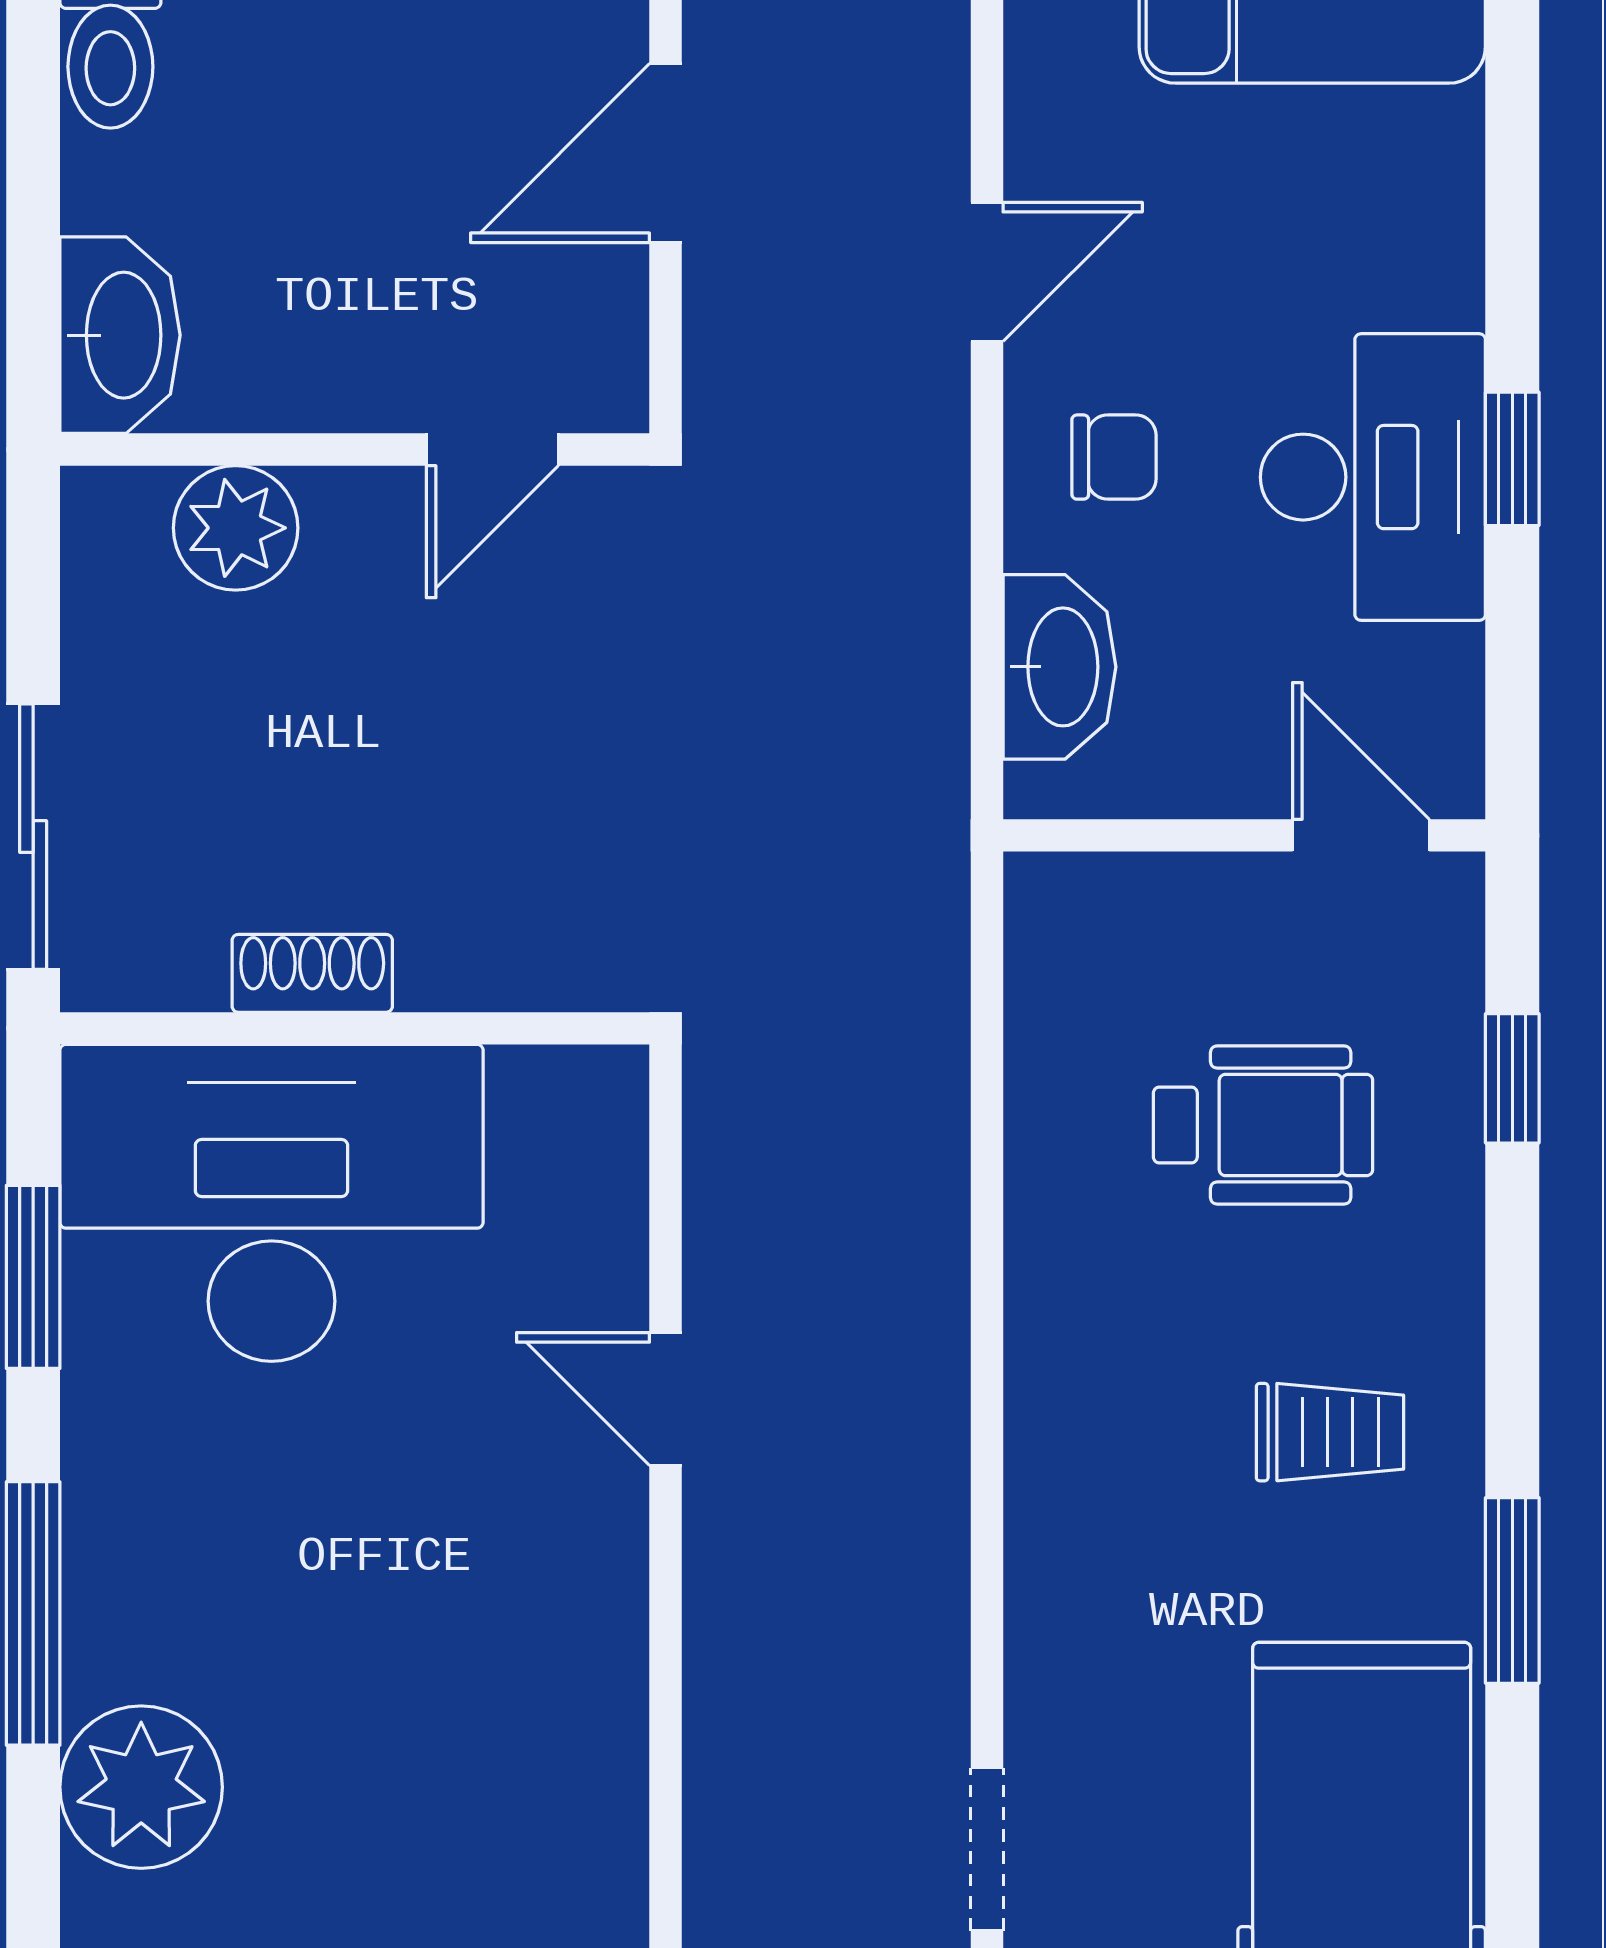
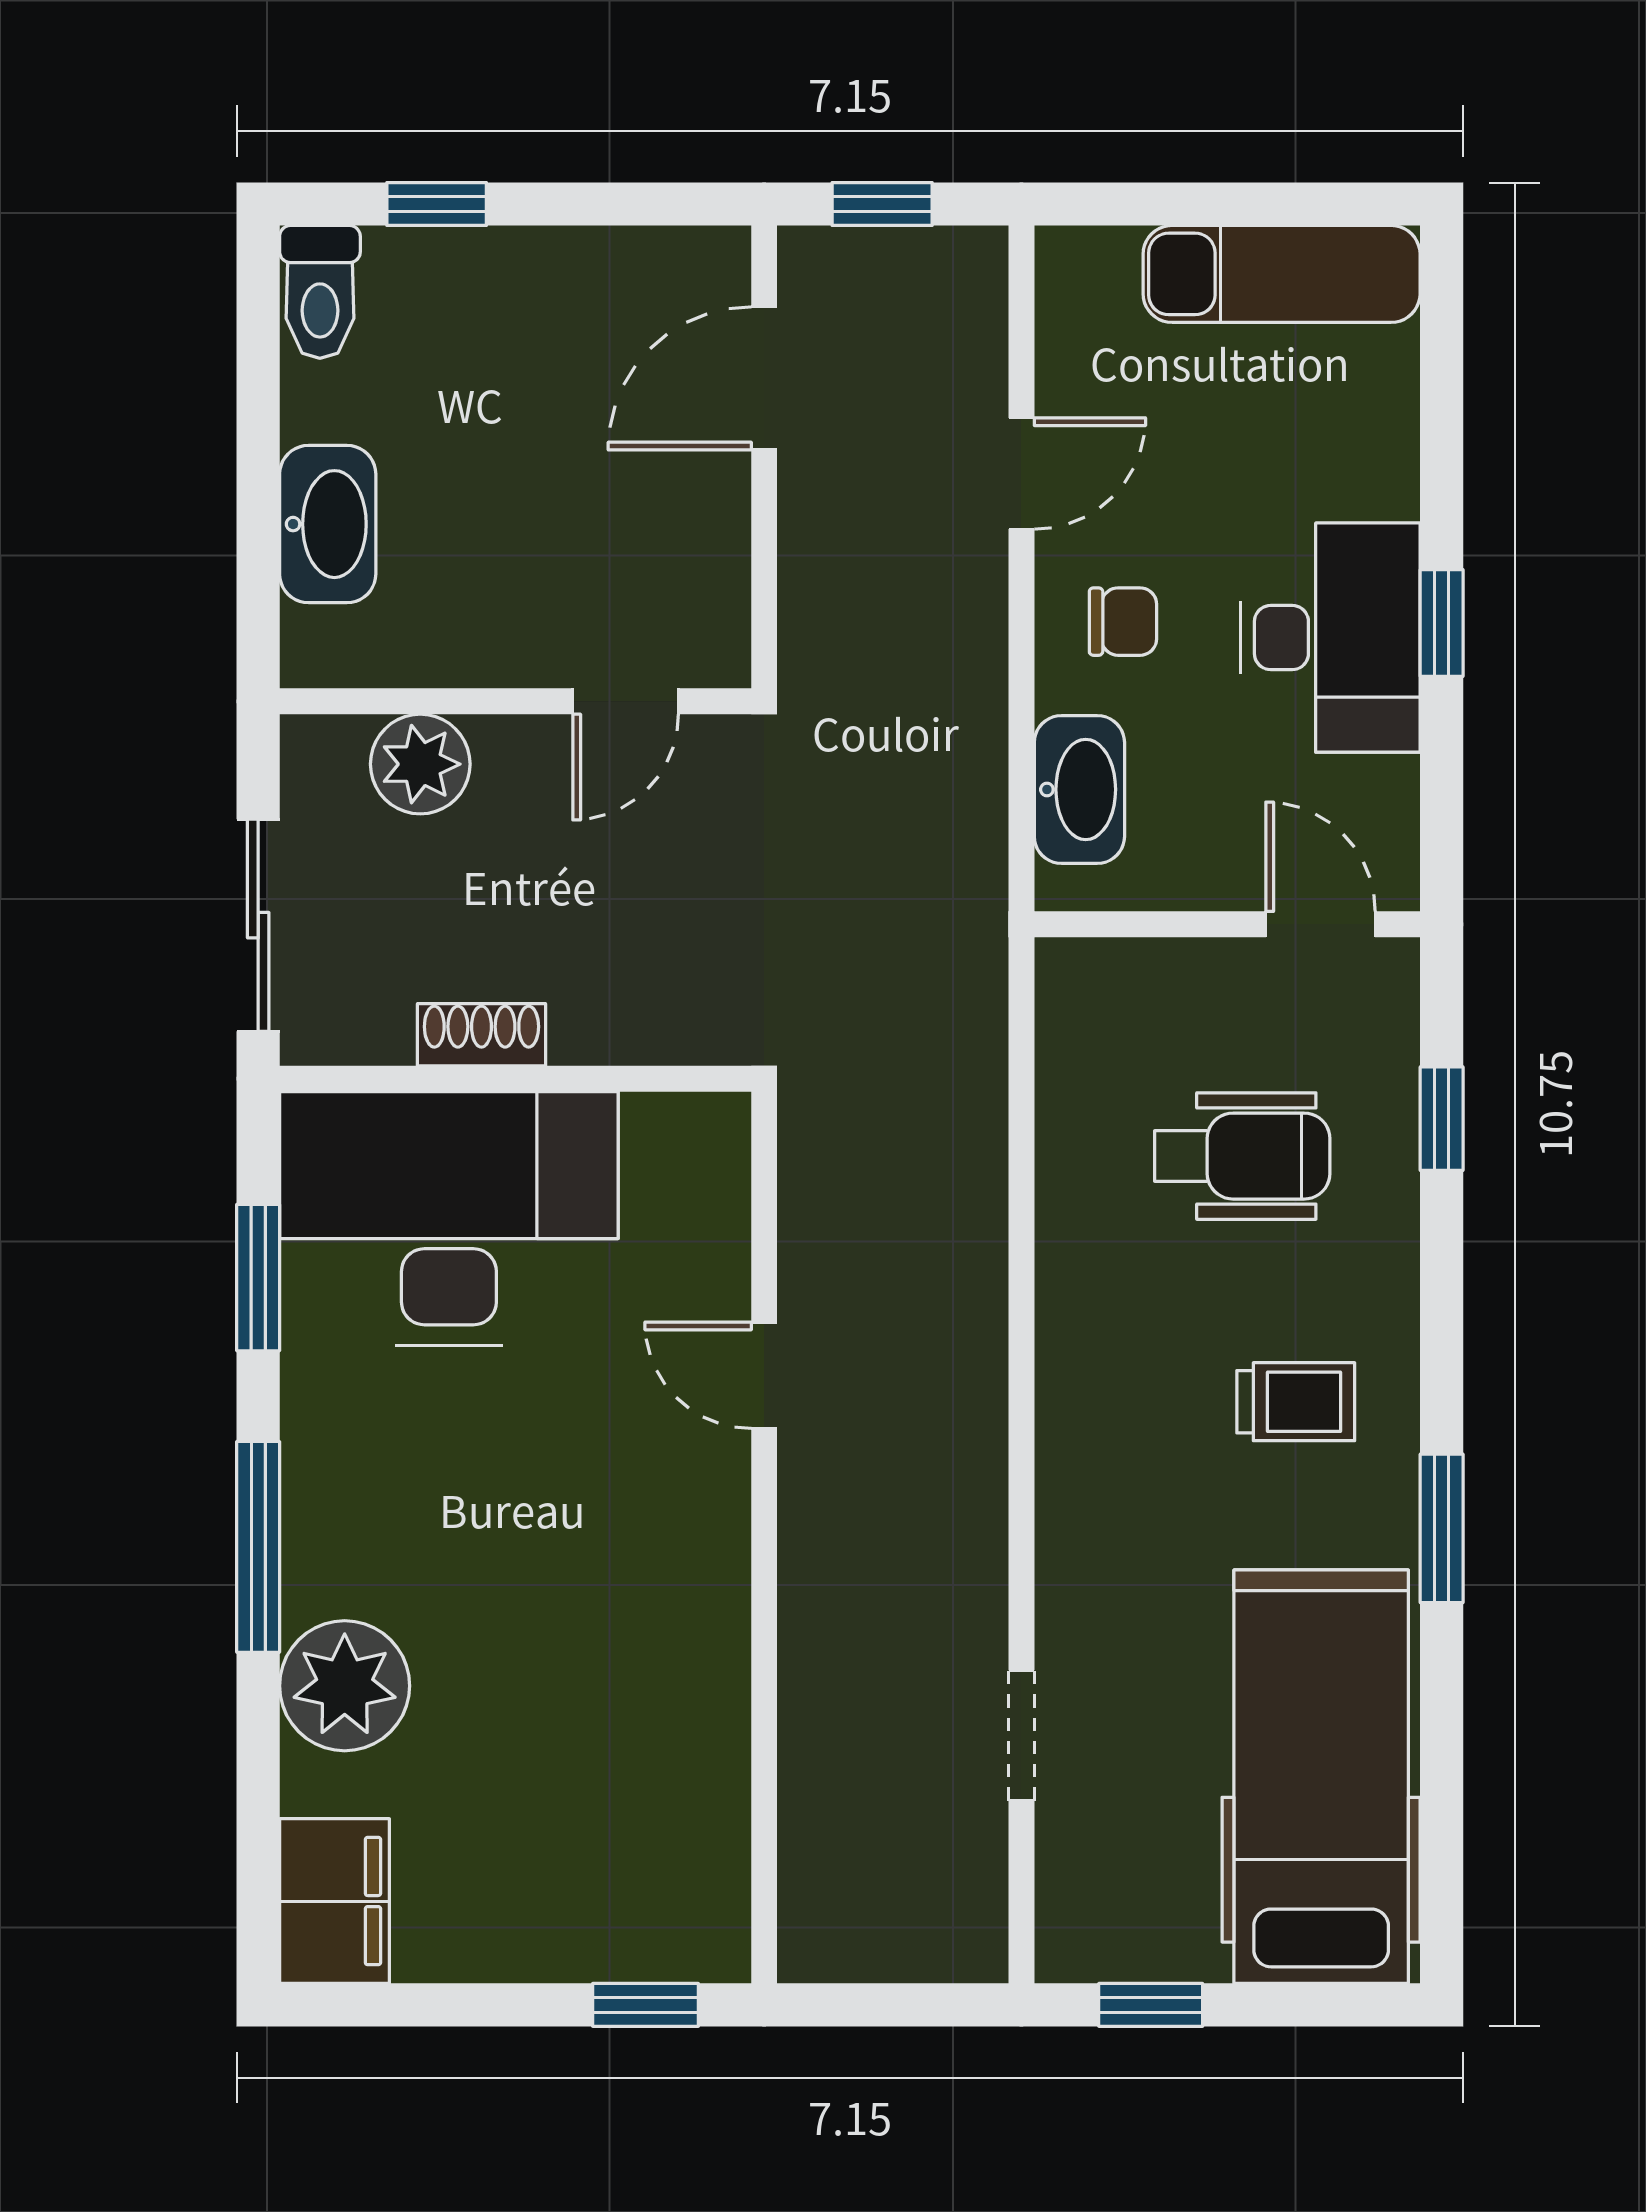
wall: (355, 450) -> (515, 701), moved
door: (492, 450) -> (626, 701), moved
plant: (236, 528) -> (420, 764), moved

